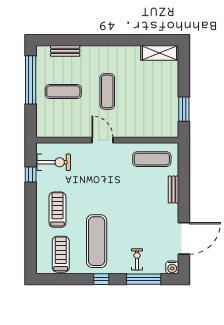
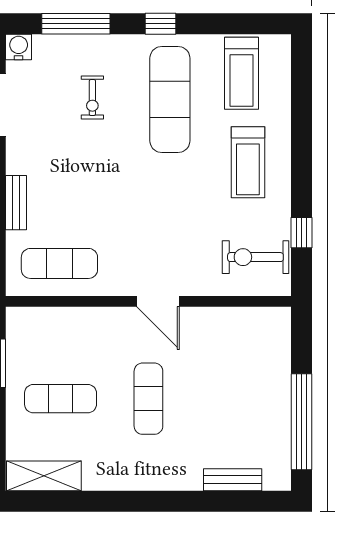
exercise mat: (63, 91) -> (61, 399), moved
exercise bike: (137, 259) -> (92, 98), moved

